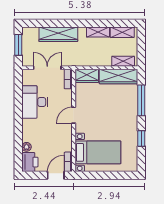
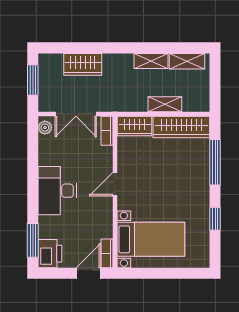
wardrobe: (58, 34) -> (83, 64), width x0.67
shelving: (123, 61) -> (165, 104), moved
double door: (47, 68) -> (76, 114), swing flipped
desk: (35, 102) -> (57, 191), moved
plant: (26, 147) -> (45, 128), moved
window: (18, 153) -> (33, 240), added

